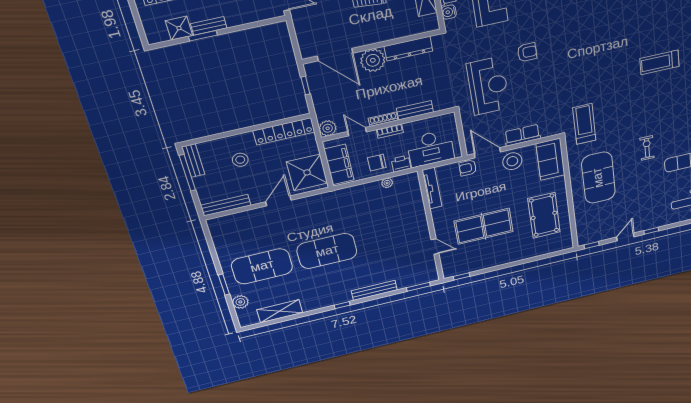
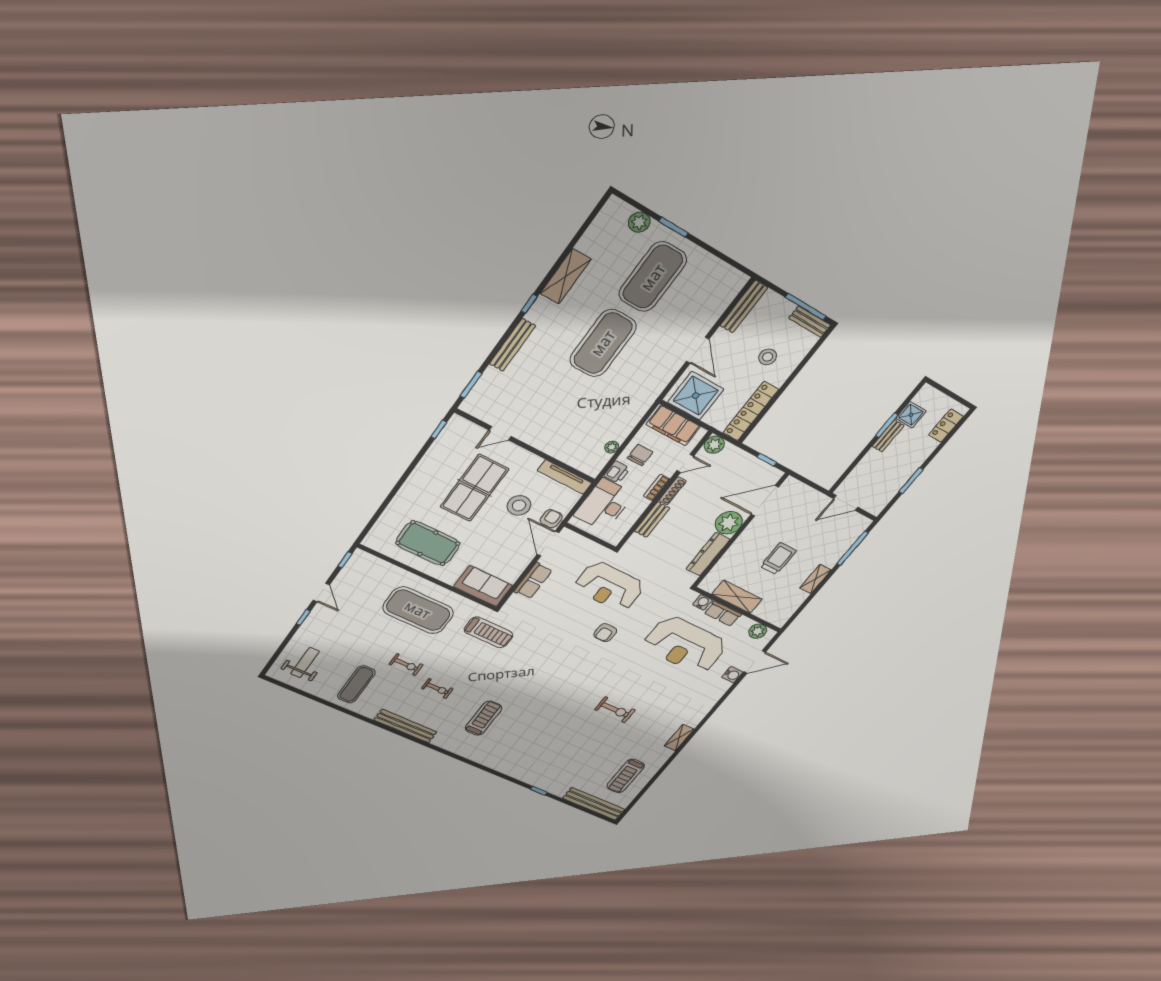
exercise bike: (654, 113) -> (437, 689), added
door: (487, 153) -> (548, 544), swing flipped
stool: (512, 161) -> (519, 505), moved
shelving: (280, 311) -> (566, 276), moved

